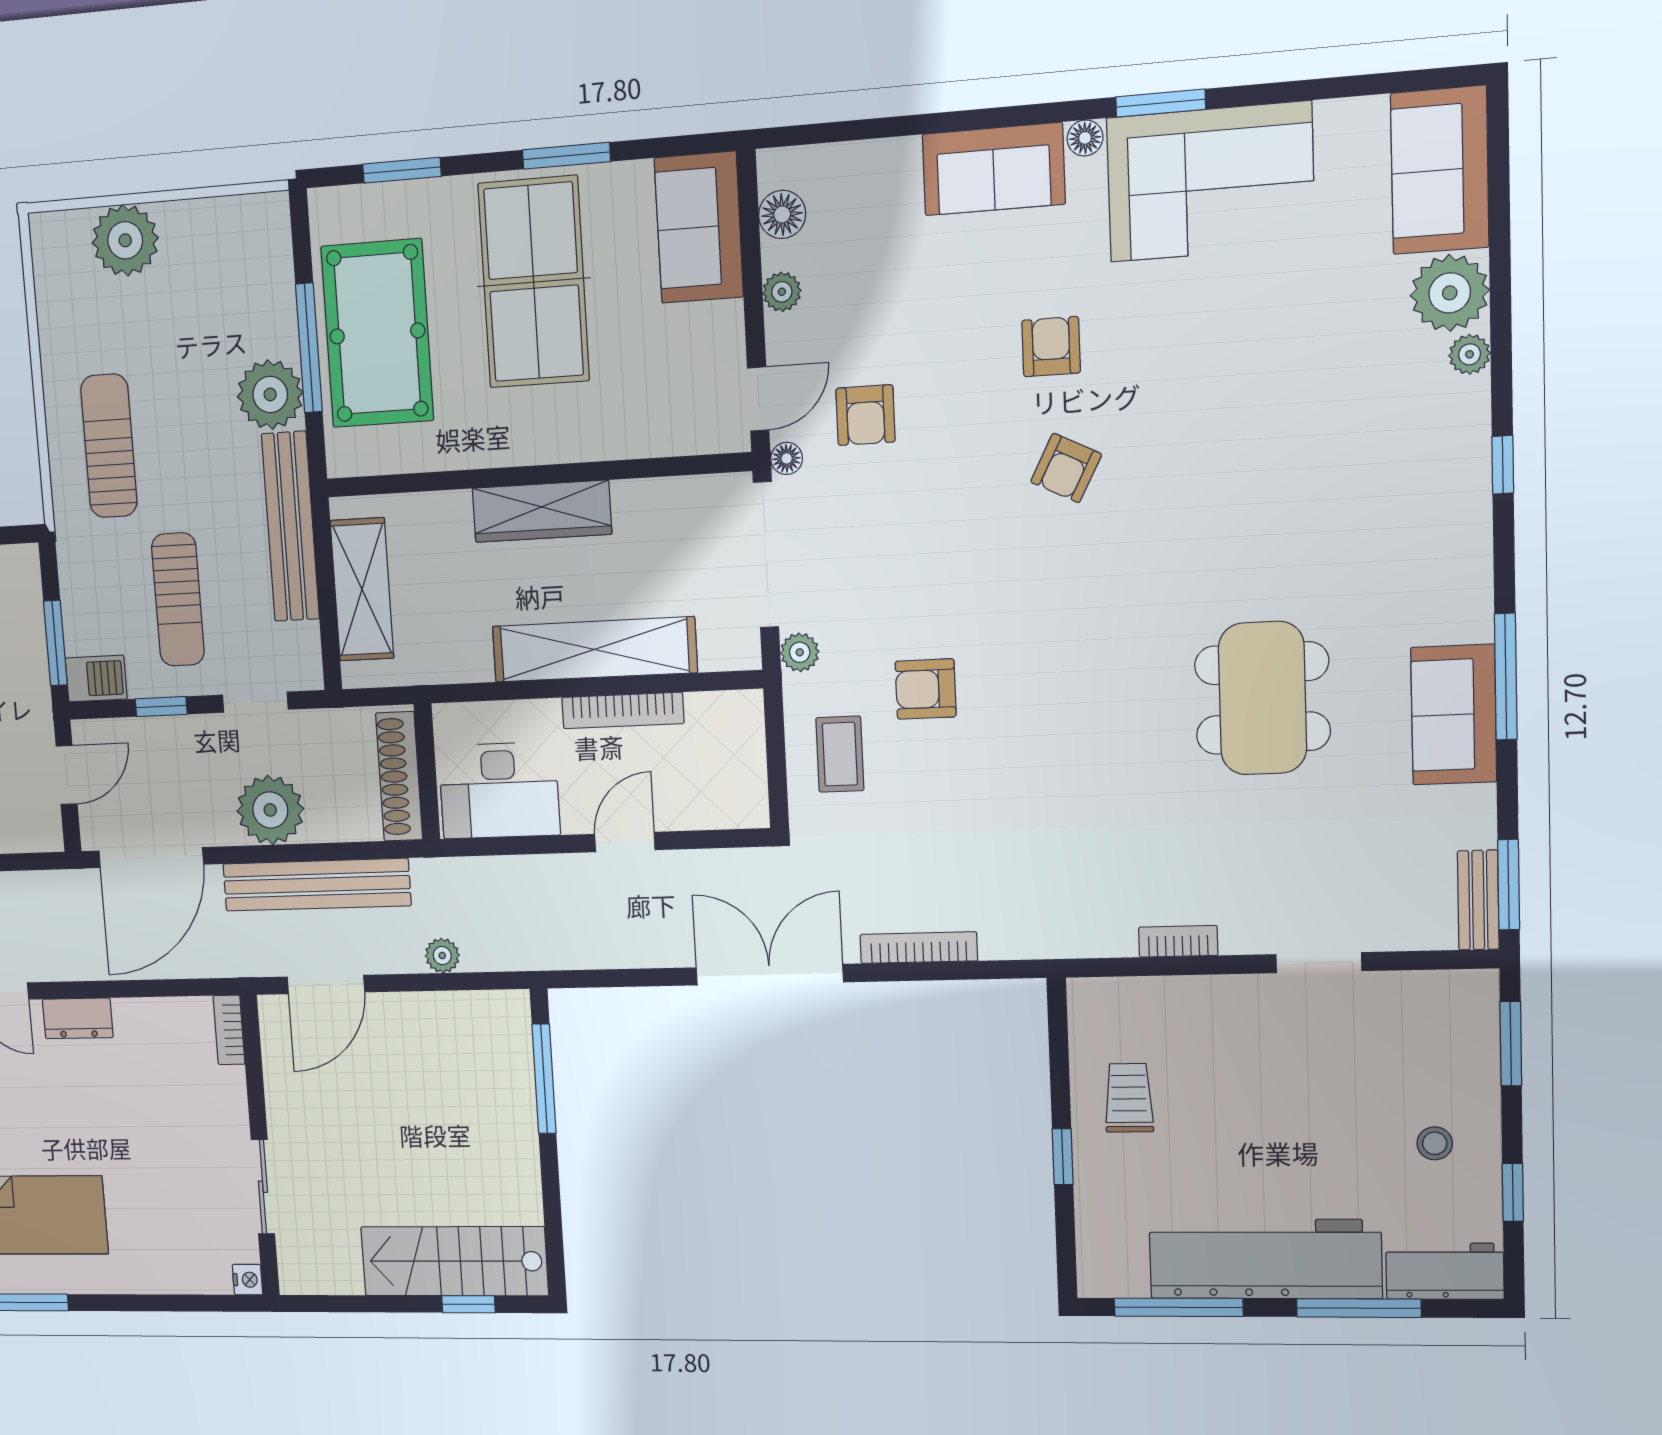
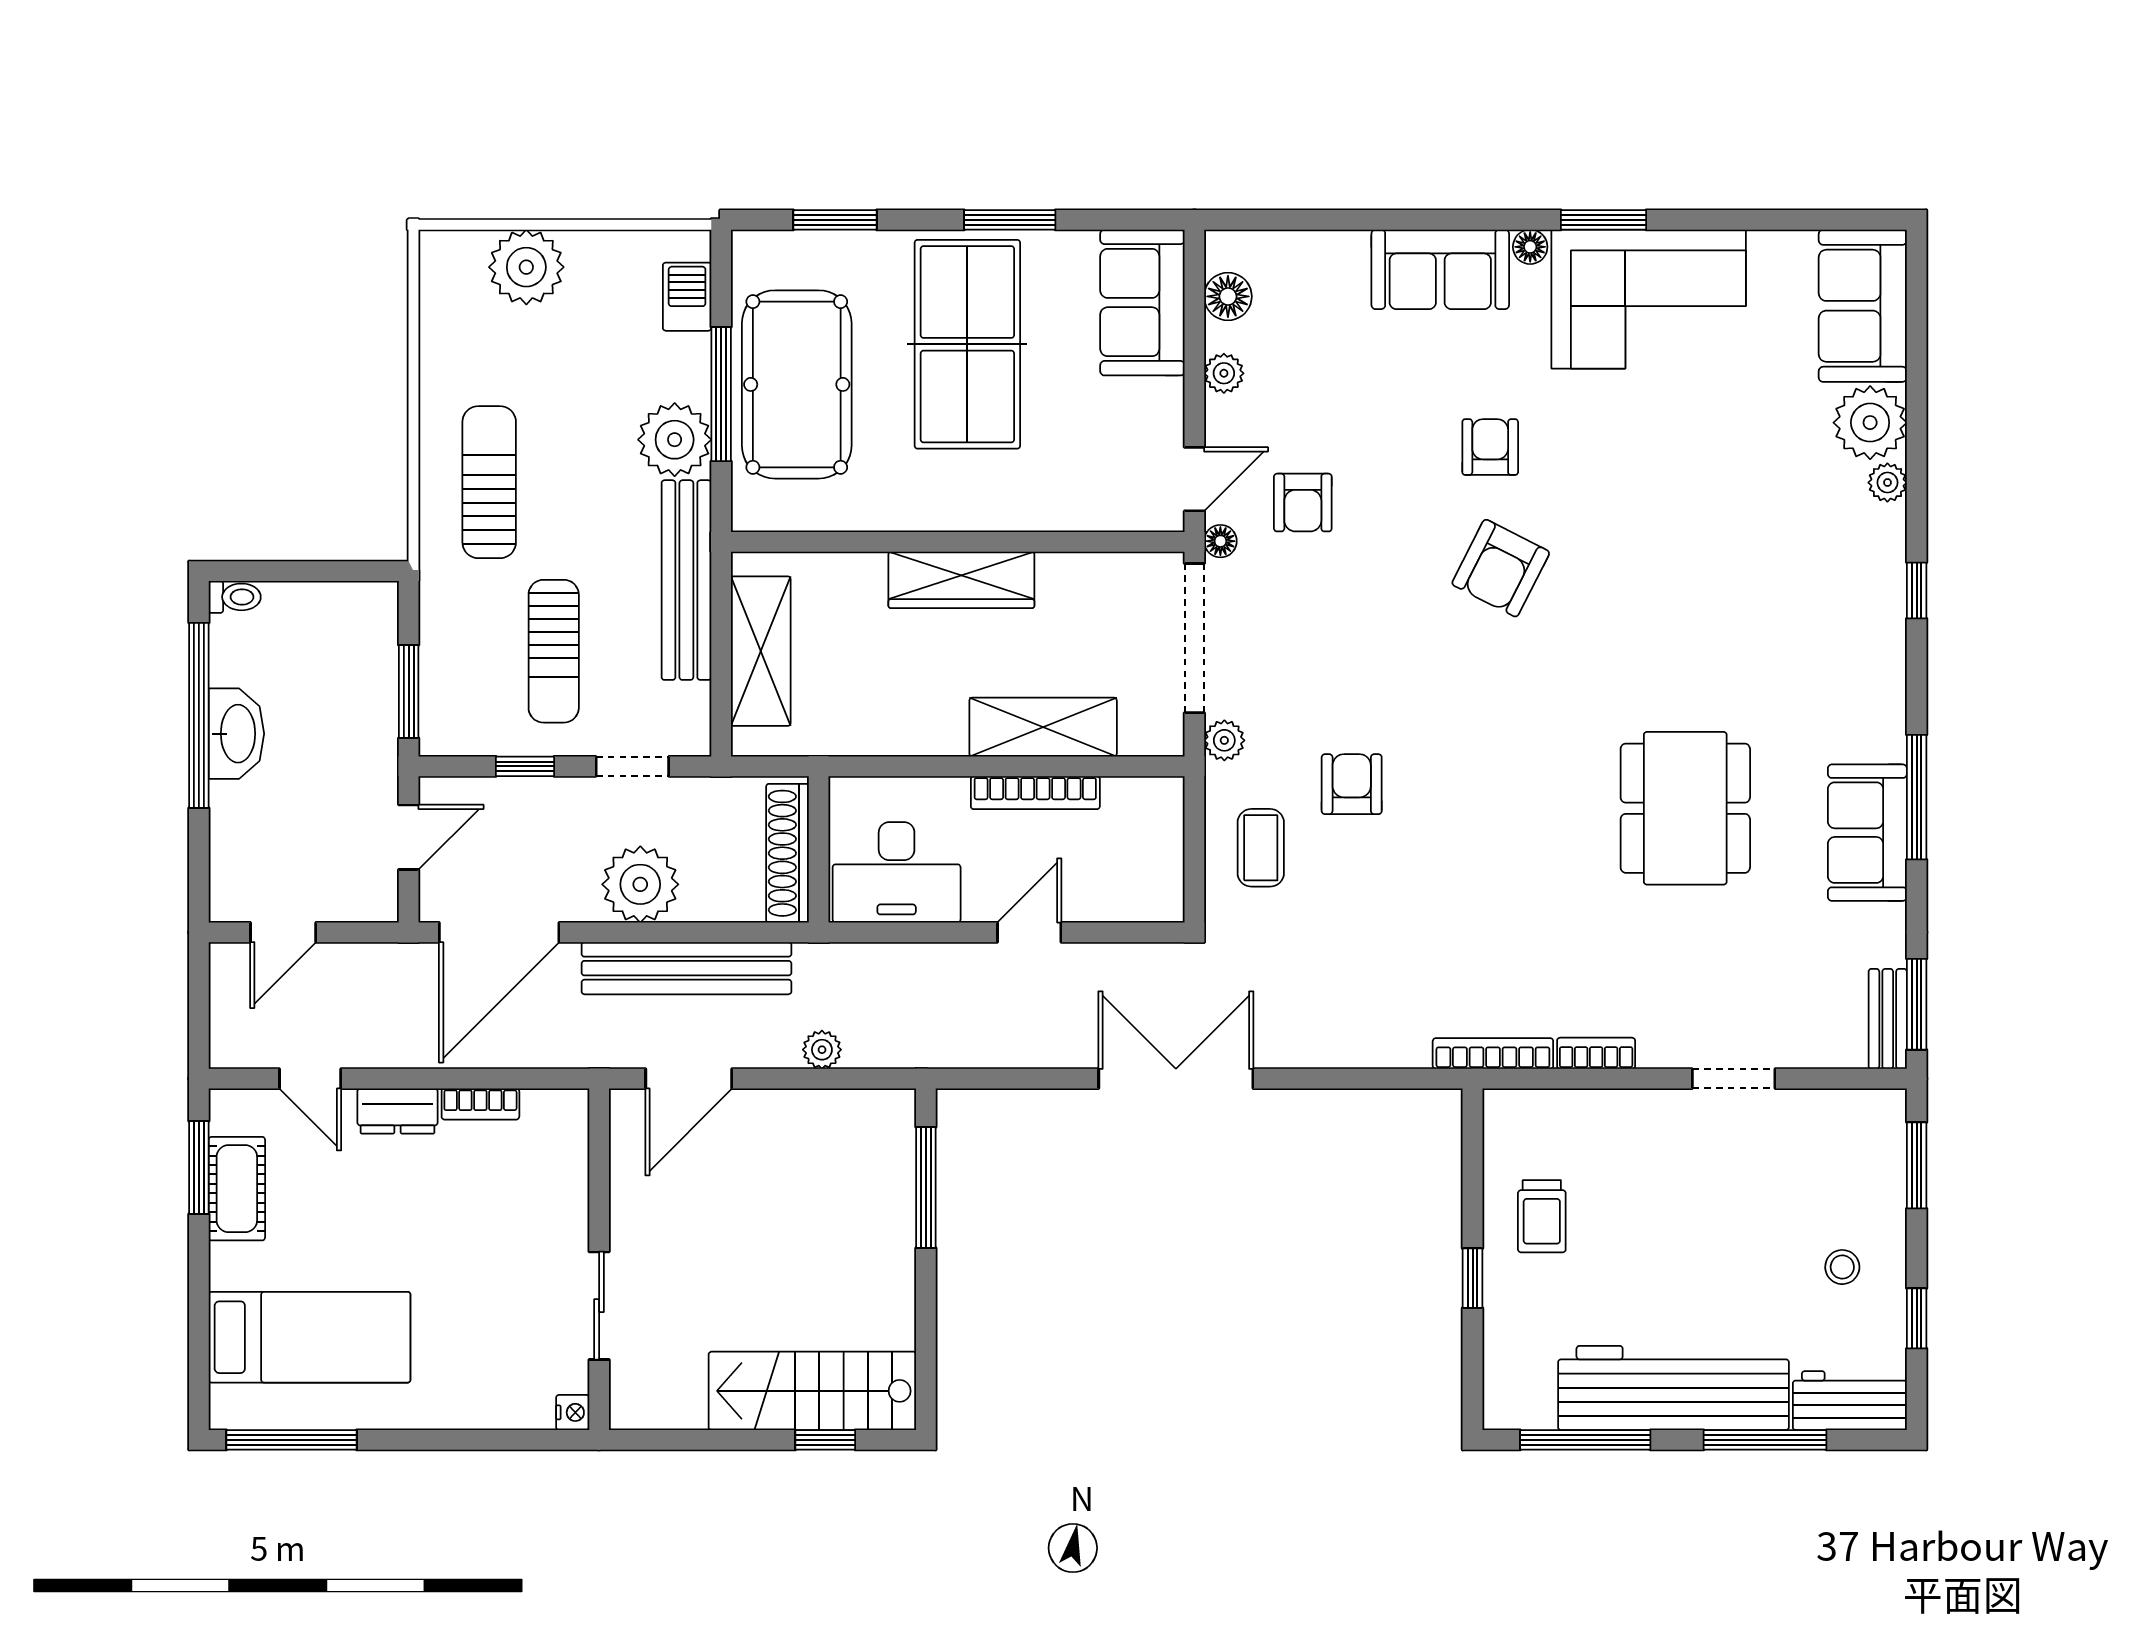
armchair: (1066, 468) -> (1501, 568), width x1.38, depth x1.38
shelving: (594, 649) -> (1043, 727), width x0.68
barbecue: (96, 678) -> (687, 297), moved, turned -90
armchair: (926, 689) -> (1352, 784), turned 90
bookcase: (919, 948) -> (1493, 1054), moved
bookcase: (229, 1030) -> (480, 1104), moved, turned -90
trolley: (1129, 1098) -> (1542, 1216), turned 180

